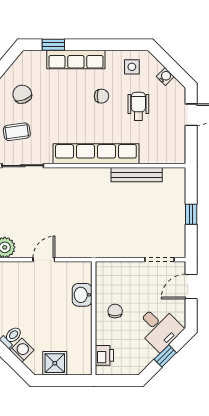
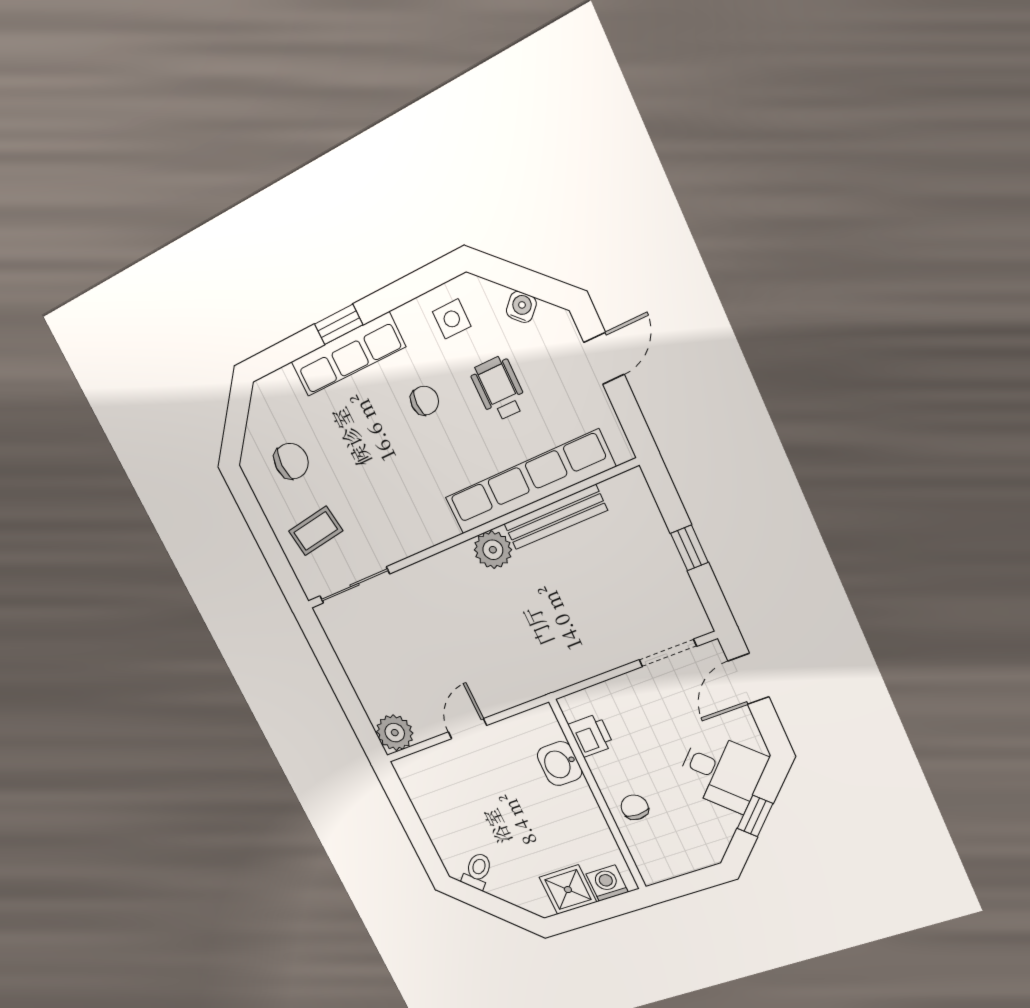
window: (53, 45) -> (339, 324), moved
chair: (22, 94) -> (291, 461), turned 111
row of seats: (96, 154) -> (529, 482), moved
plant: (100, 177) -> (493, 550), added
chair: (115, 311) -> (635, 807), moved
washing machine: (22, 350) -> (607, 883), moved, turned -45
printer: (104, 355) -> (591, 735), moved

